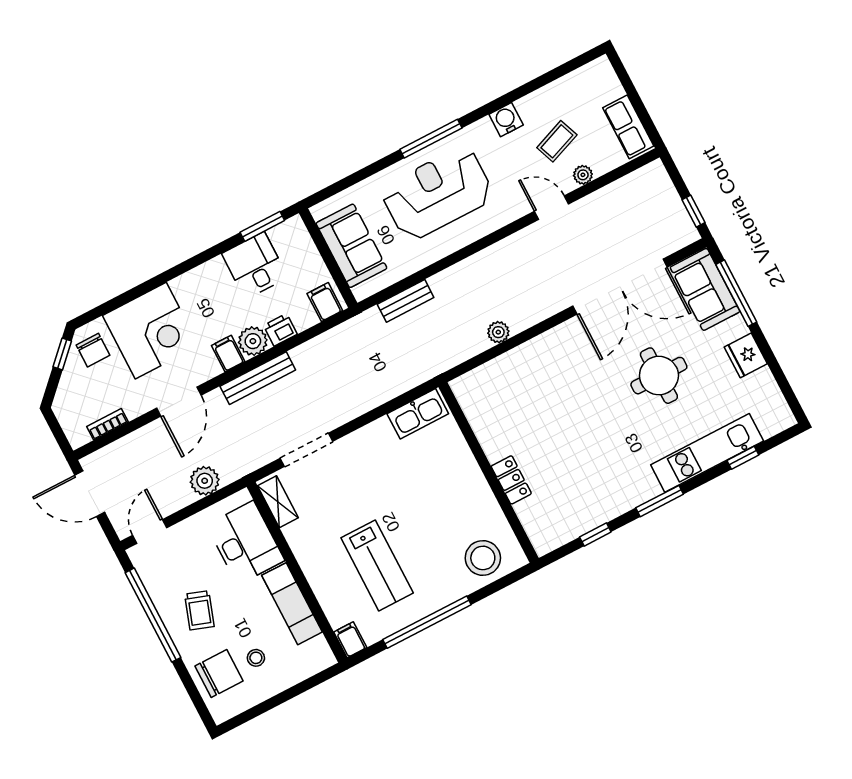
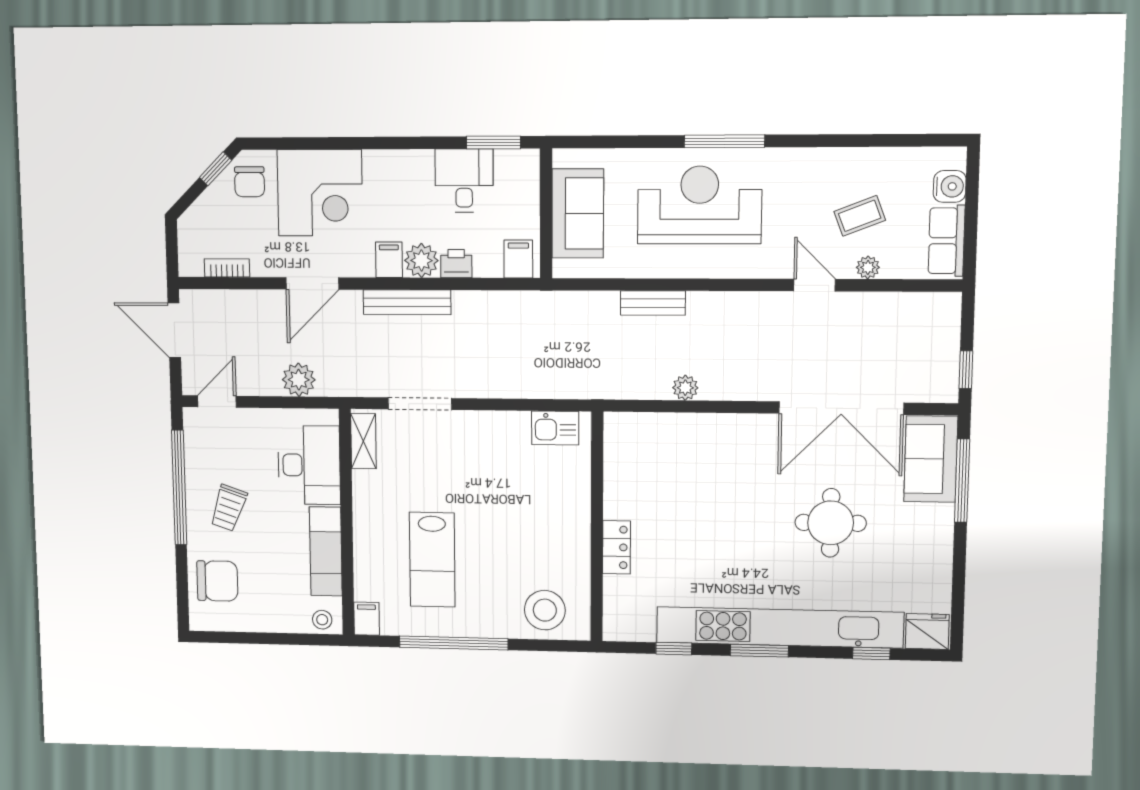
water cooler: (506, 120) -> (950, 186), moved, turned 90
bench: (406, 301) -> (653, 303), moved
fridge: (746, 355) -> (927, 631), moved, turned 90
kitchen sink: (418, 414) -> (555, 428), width x0.73
kitchen unit: (707, 453) -> (779, 627), width x1.86
stool: (256, 658) -> (322, 620), moved

